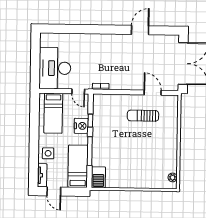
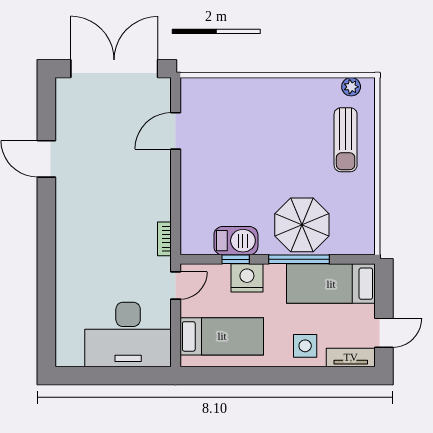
sun lounger: (143, 116) -> (346, 140), moved
parasol: (106, 153) -> (302, 225), added
barbecue: (98, 177) -> (236, 241), moved

